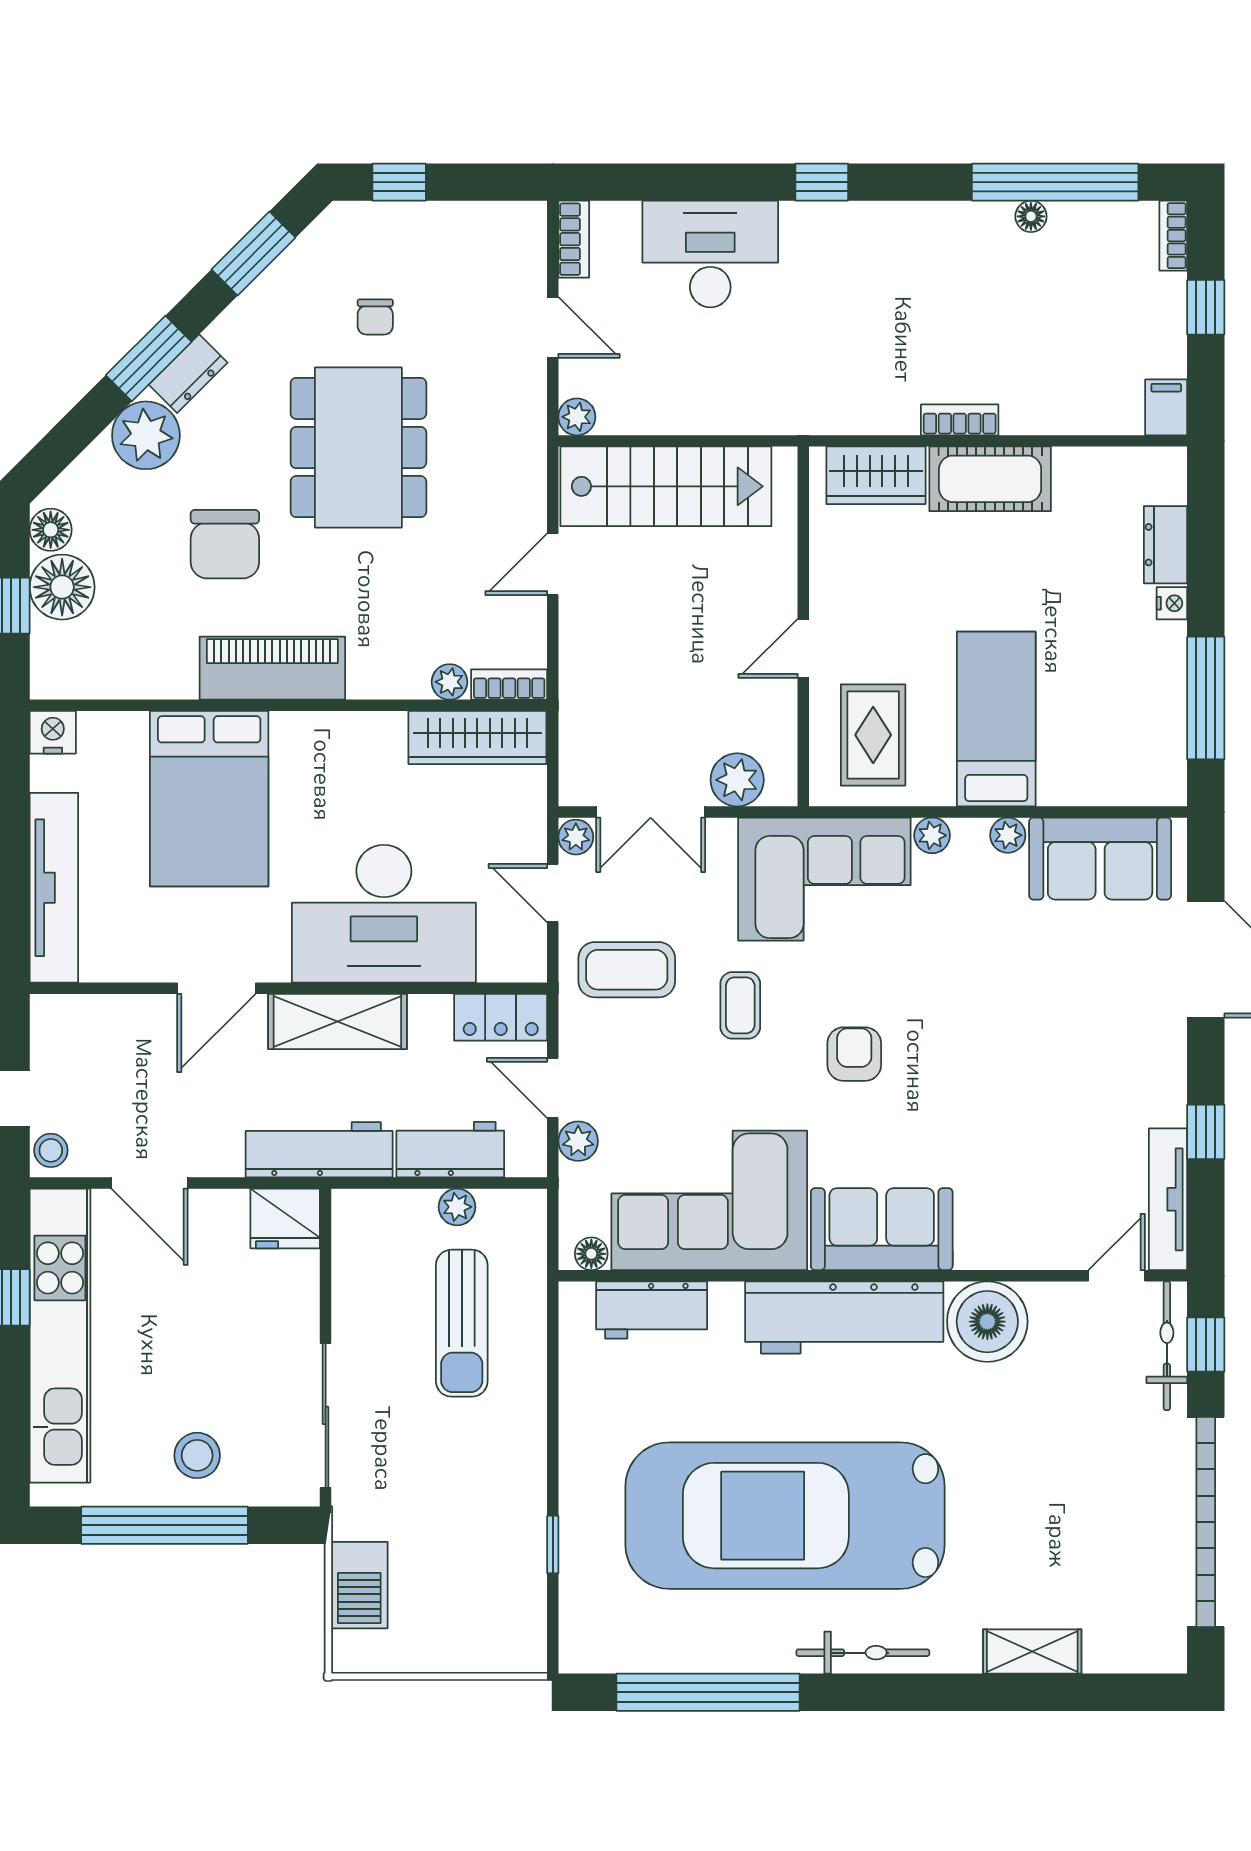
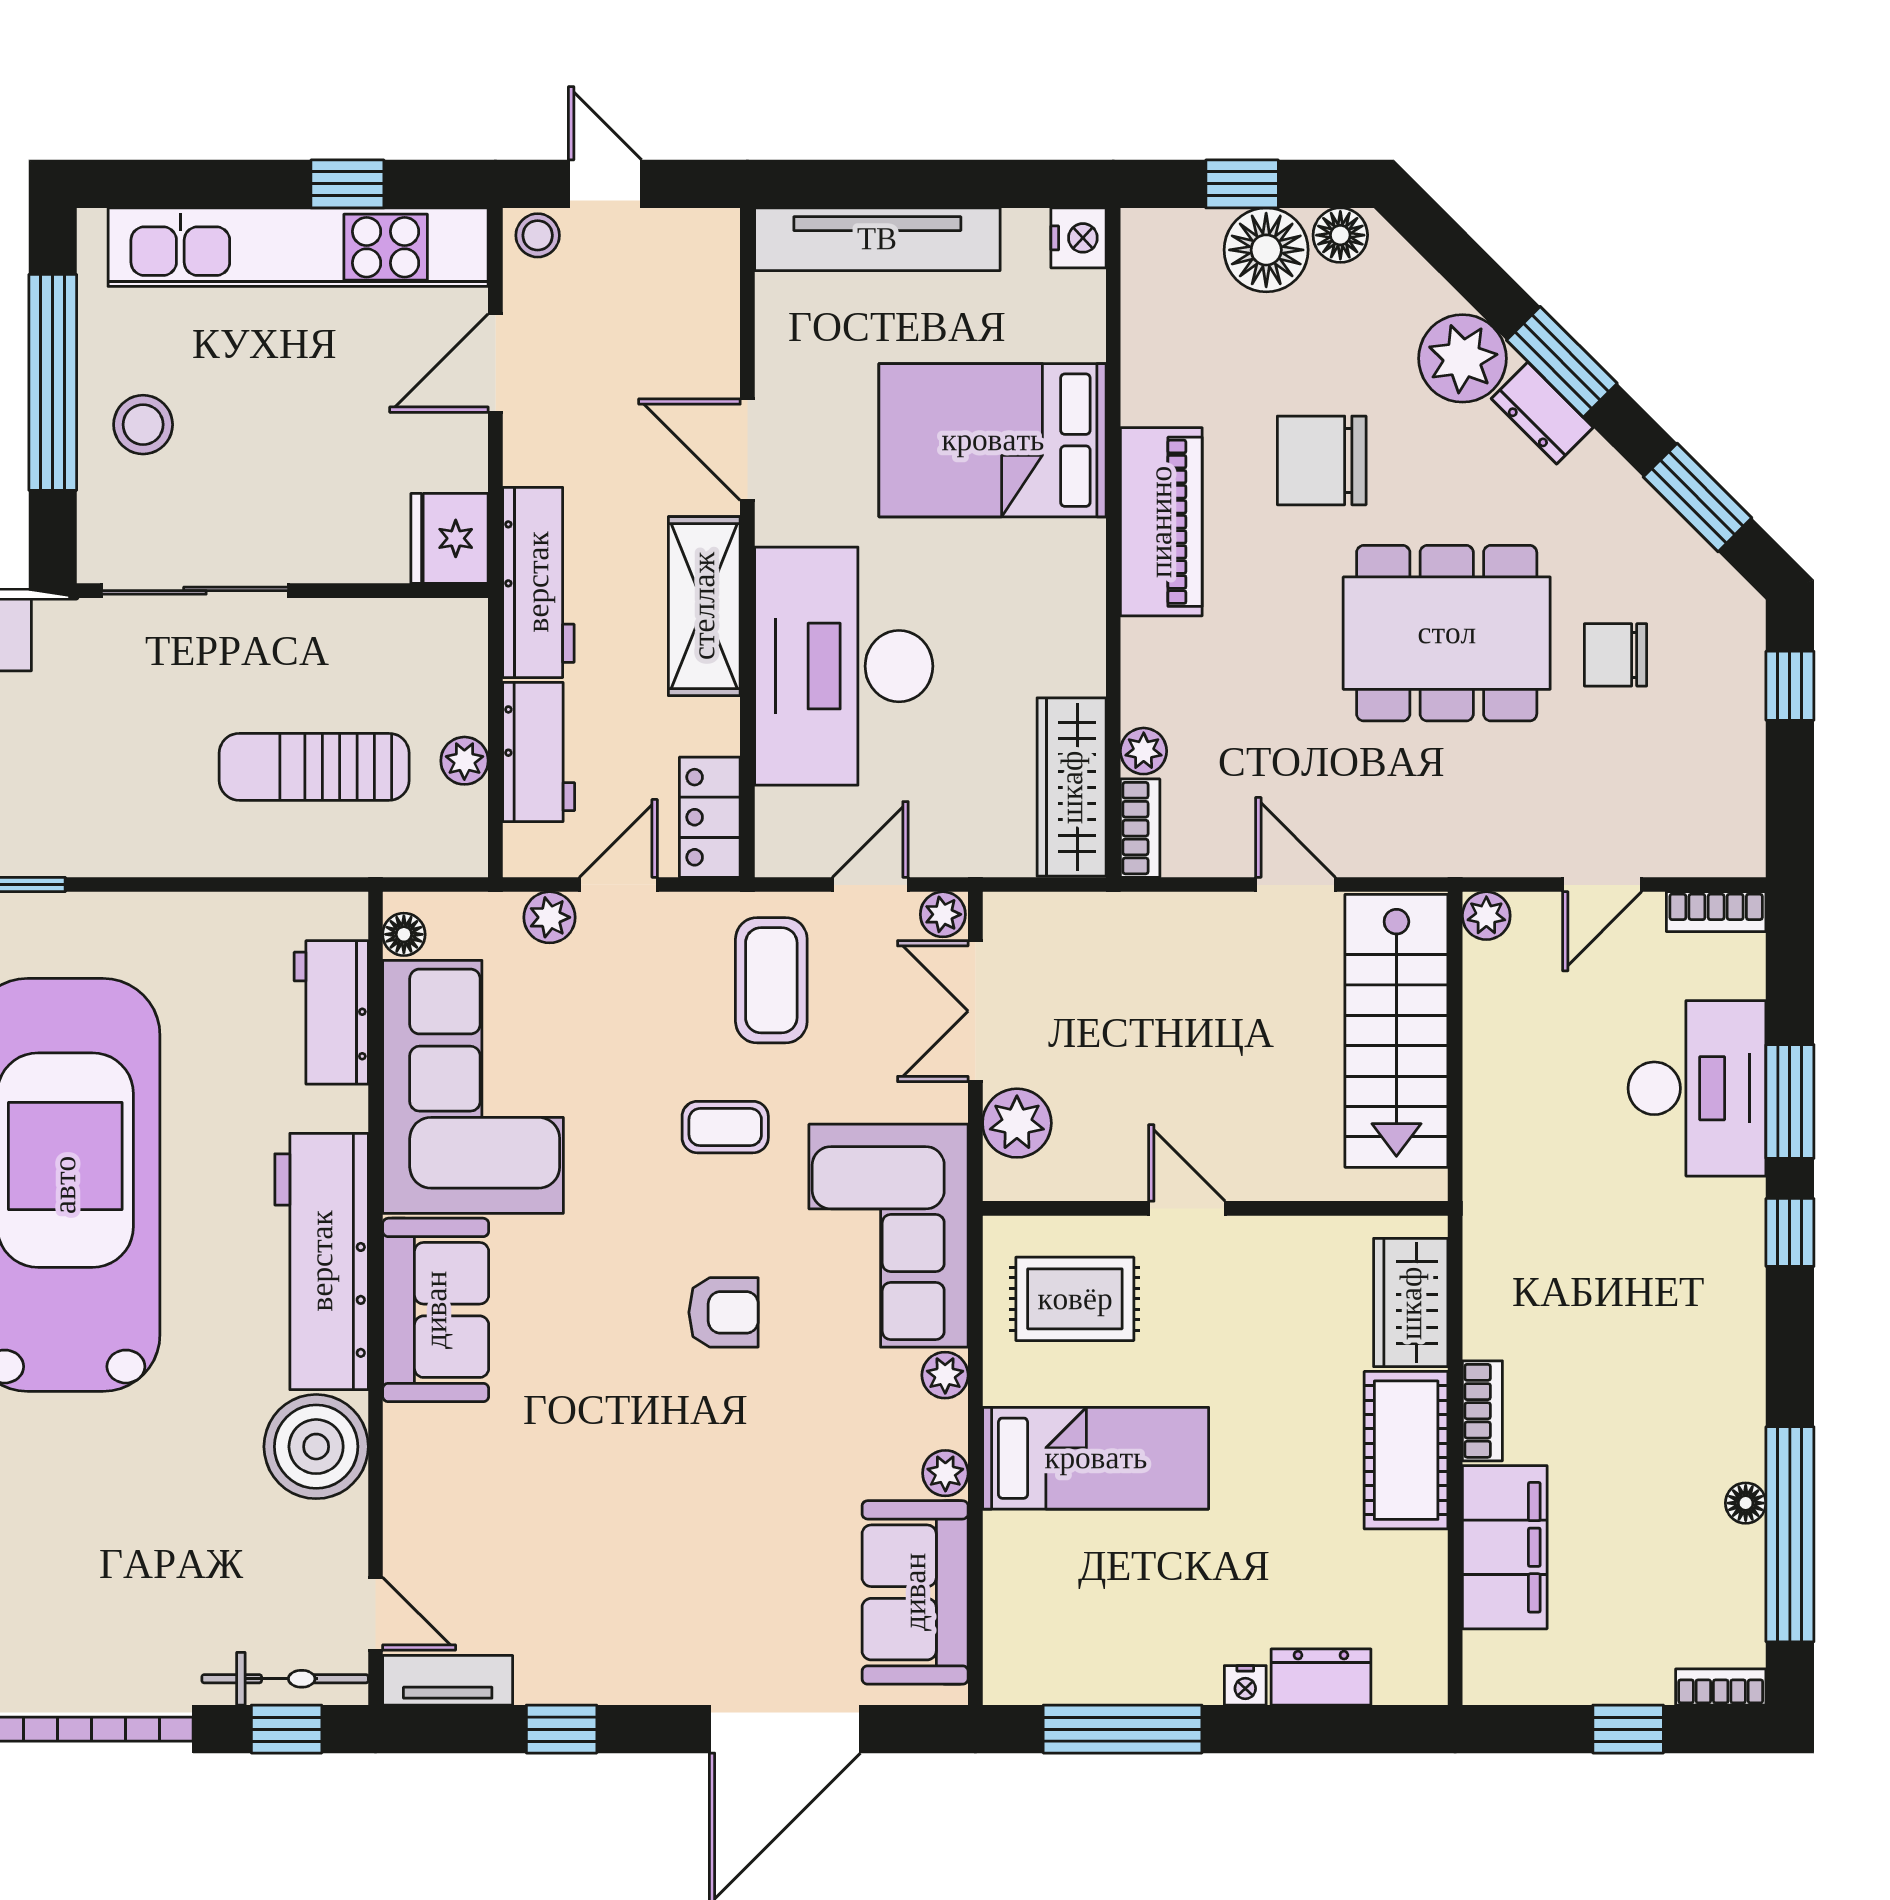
window: (721, 182) -> (1790, 1102), added
chair: (375, 317) -> (1616, 655), width x1.37, depth x1.37
filing cabinet: (1166, 407) -> (1505, 1547), moved, width x3.00, depth x1.17
armchair: (854, 1054) -> (723, 1312), moved
tv unit: (1168, 1199) -> (448, 1680), width x0.71

